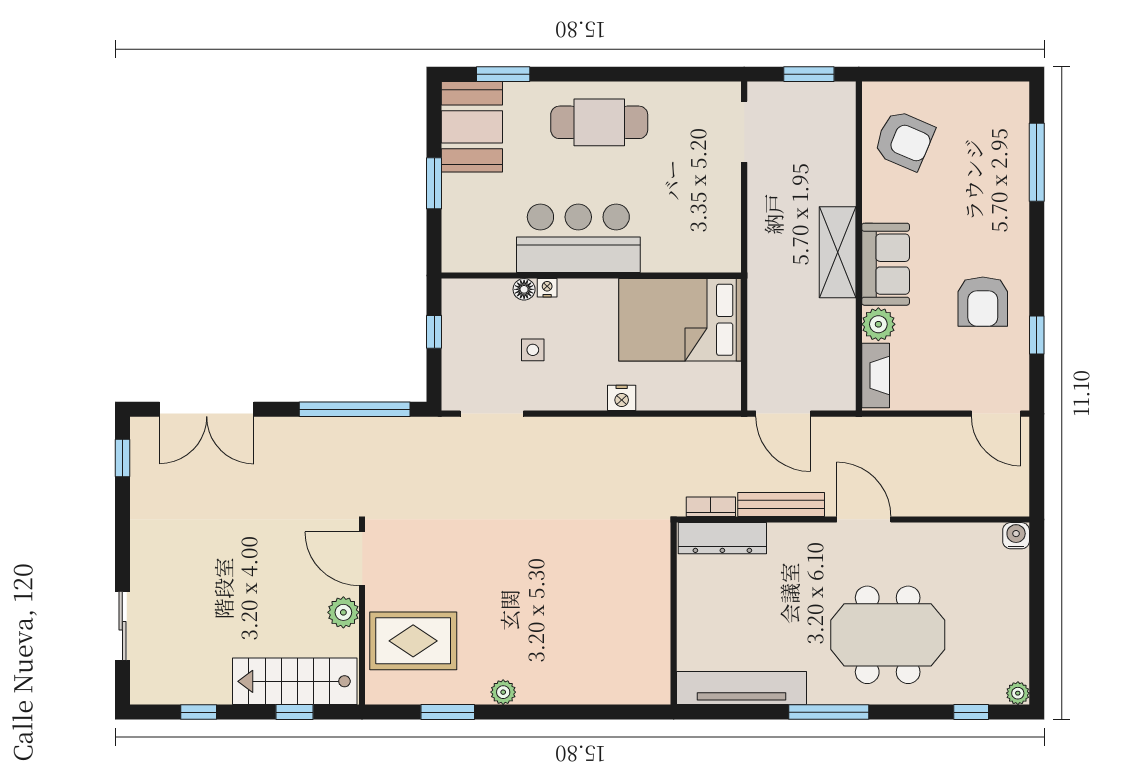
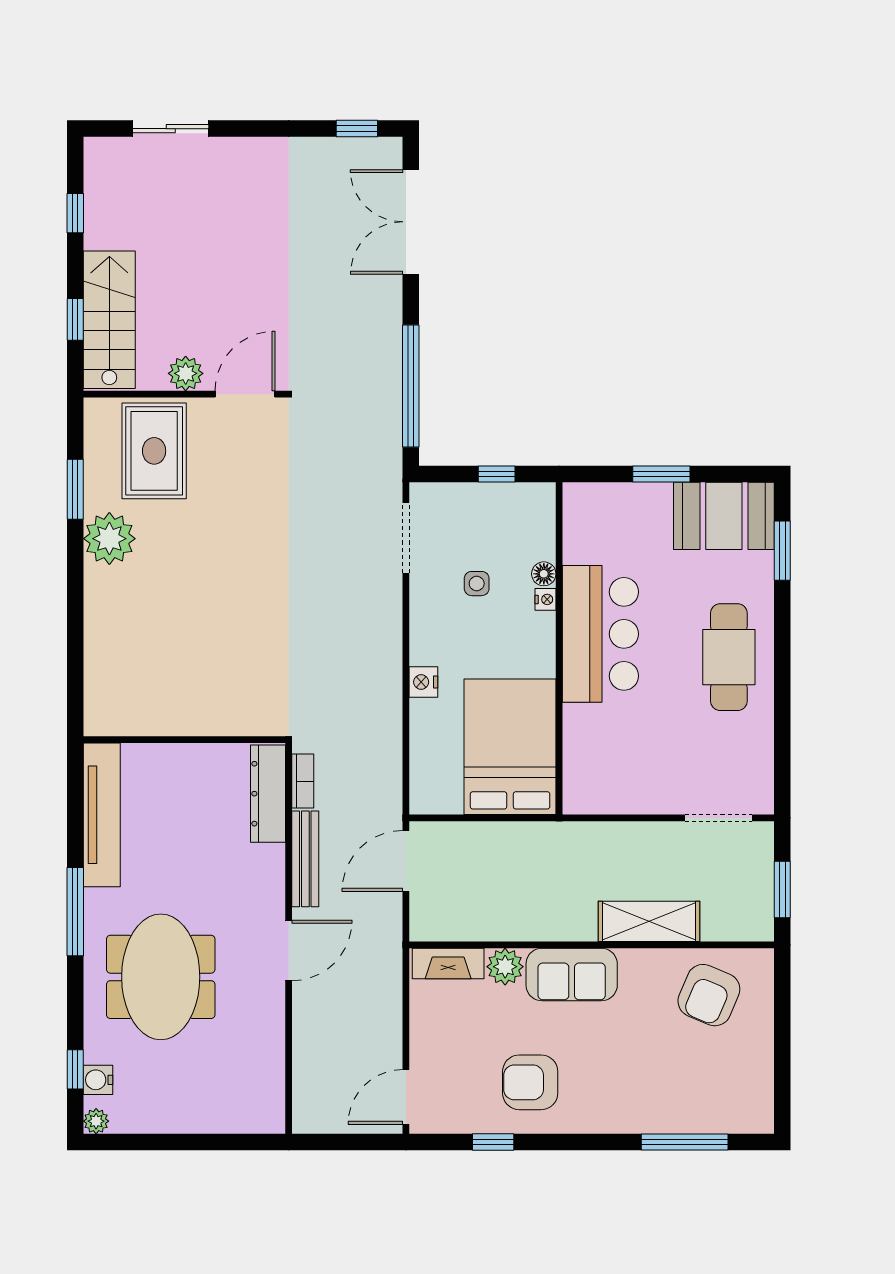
shelving: (838, 252) -> (649, 921), moved
water cooler: (1016, 536) -> (98, 1080), moved, turned 180
plant: (503, 692) -> (109, 539), width x1.87, depth x1.87

